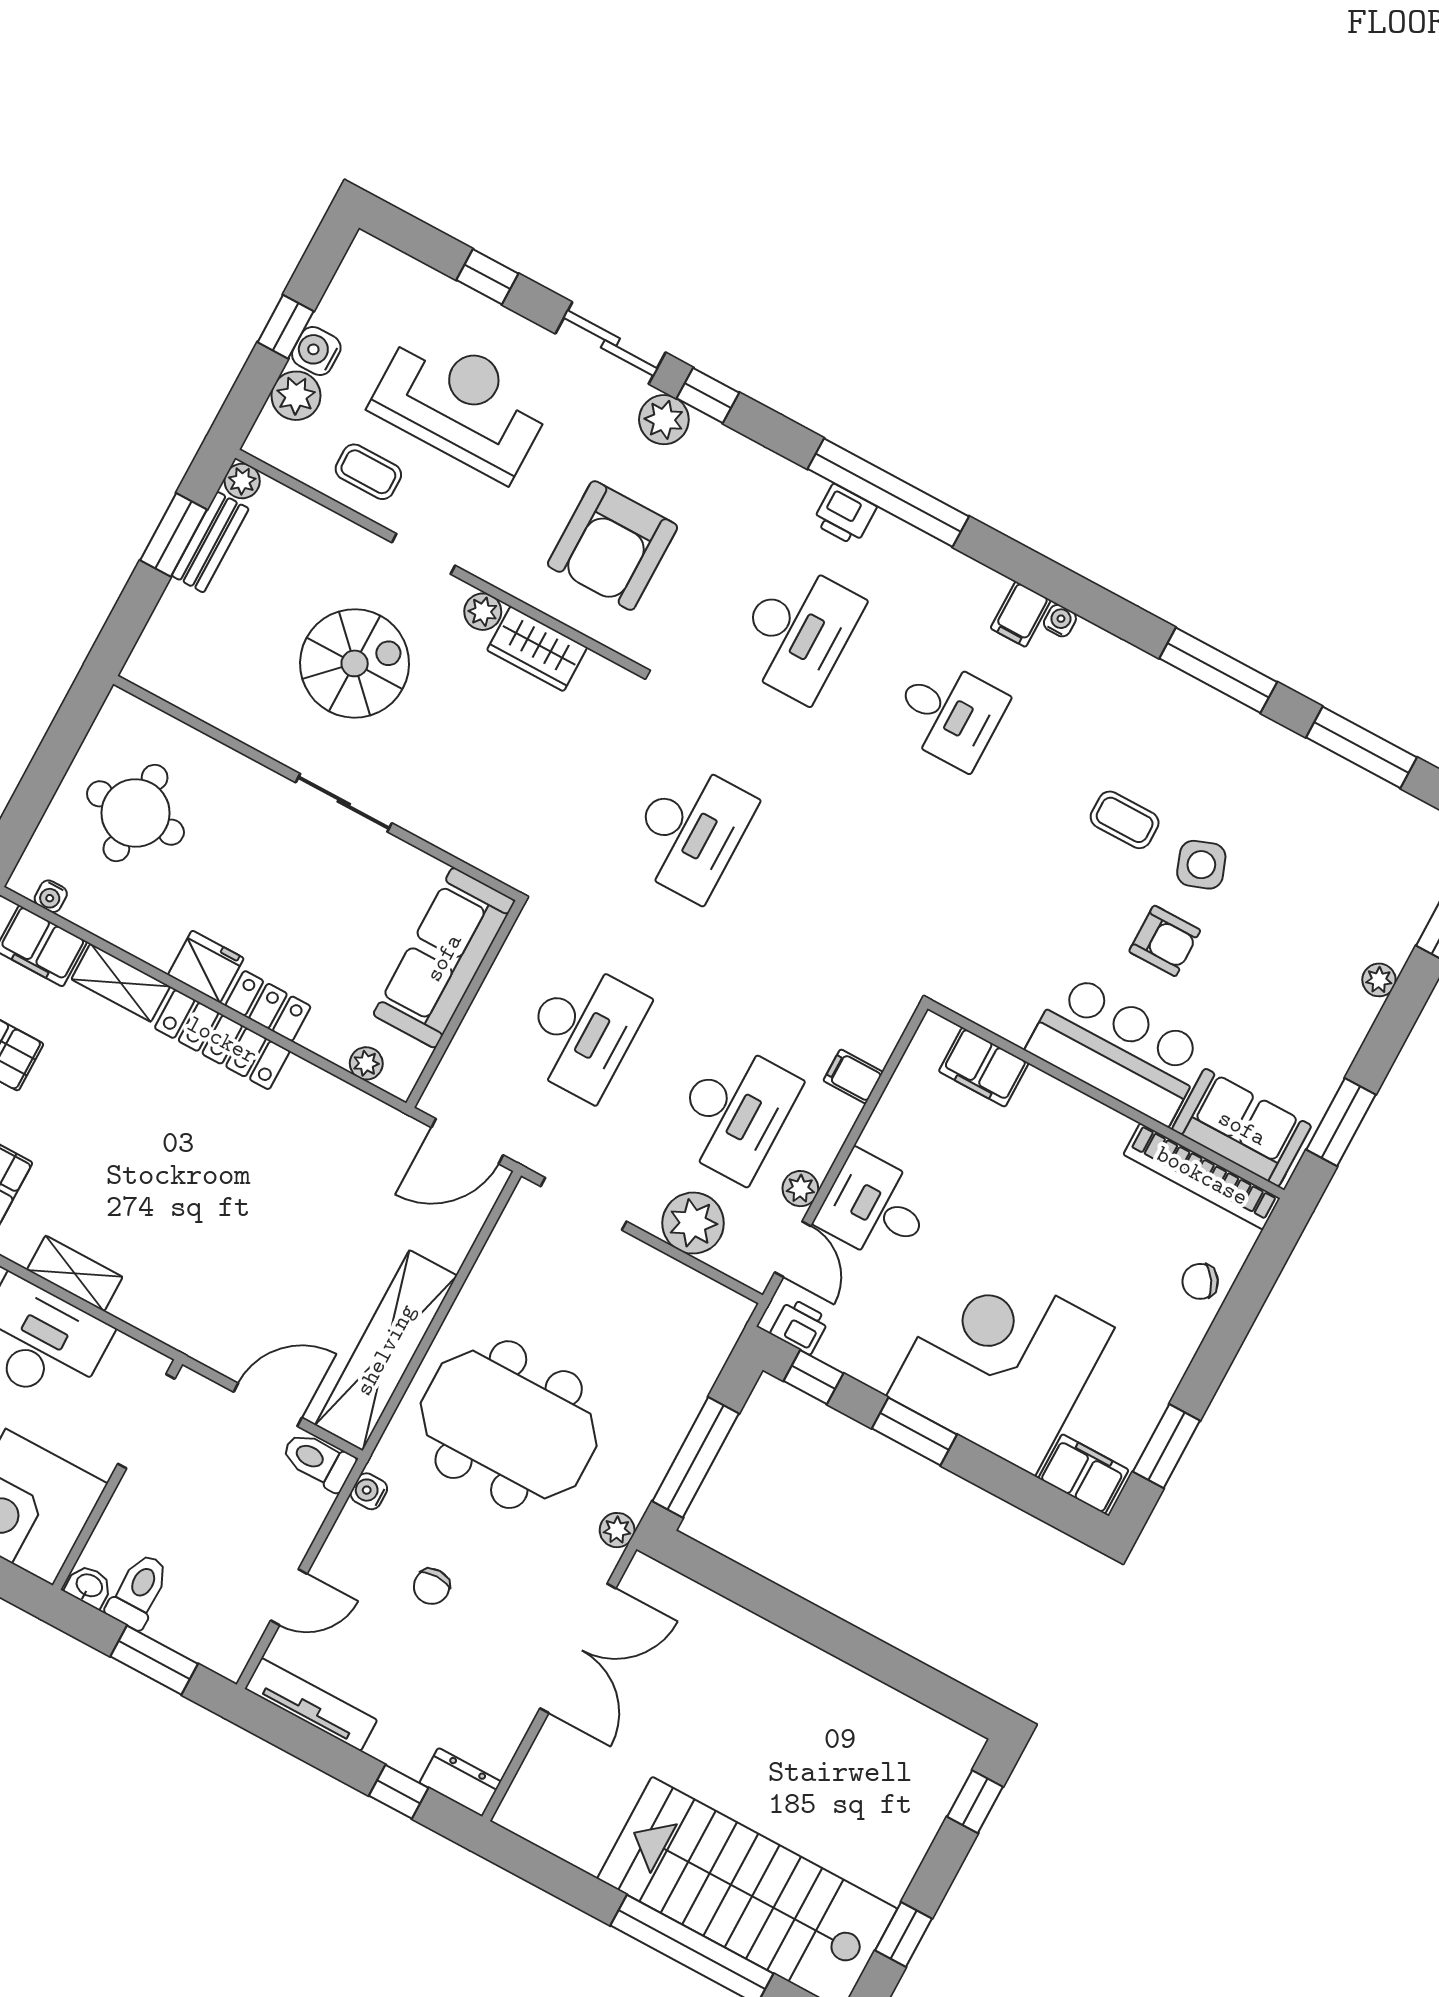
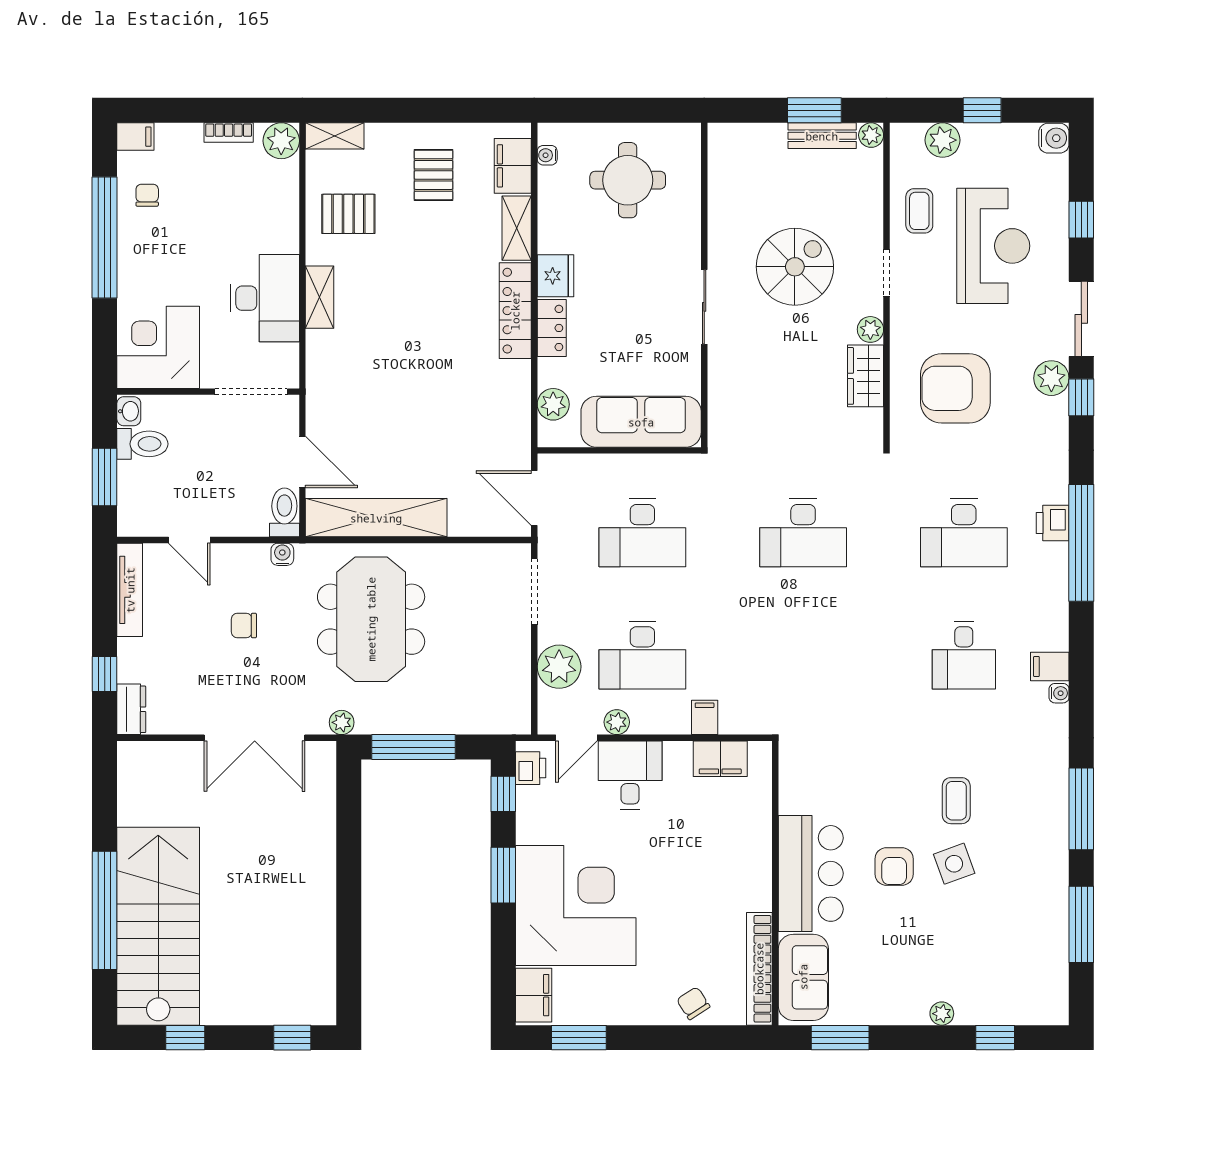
water cooler: (316, 351) -> (1054, 138), moved, turned 90
spiral stairs: (355, 663) -> (795, 267), turned -90
plant: (366, 1063) -> (553, 404), width x1.38, depth x1.38
filing cabinet: (984, 1067) -> (720, 759), moved, turned -90

